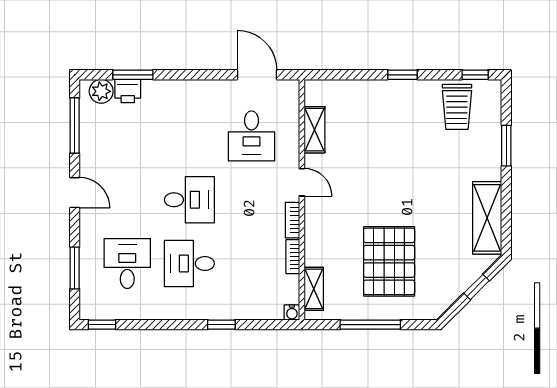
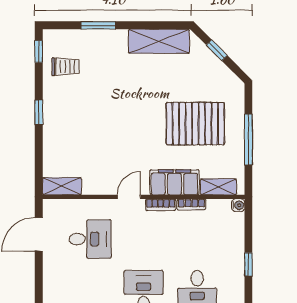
trolley: (457, 107) -> (66, 67), width x0.73, depth x0.72
shelving: (314, 130) -> (62, 186), moved
filing cabinet: (319, 237) -> (174, 182), added

